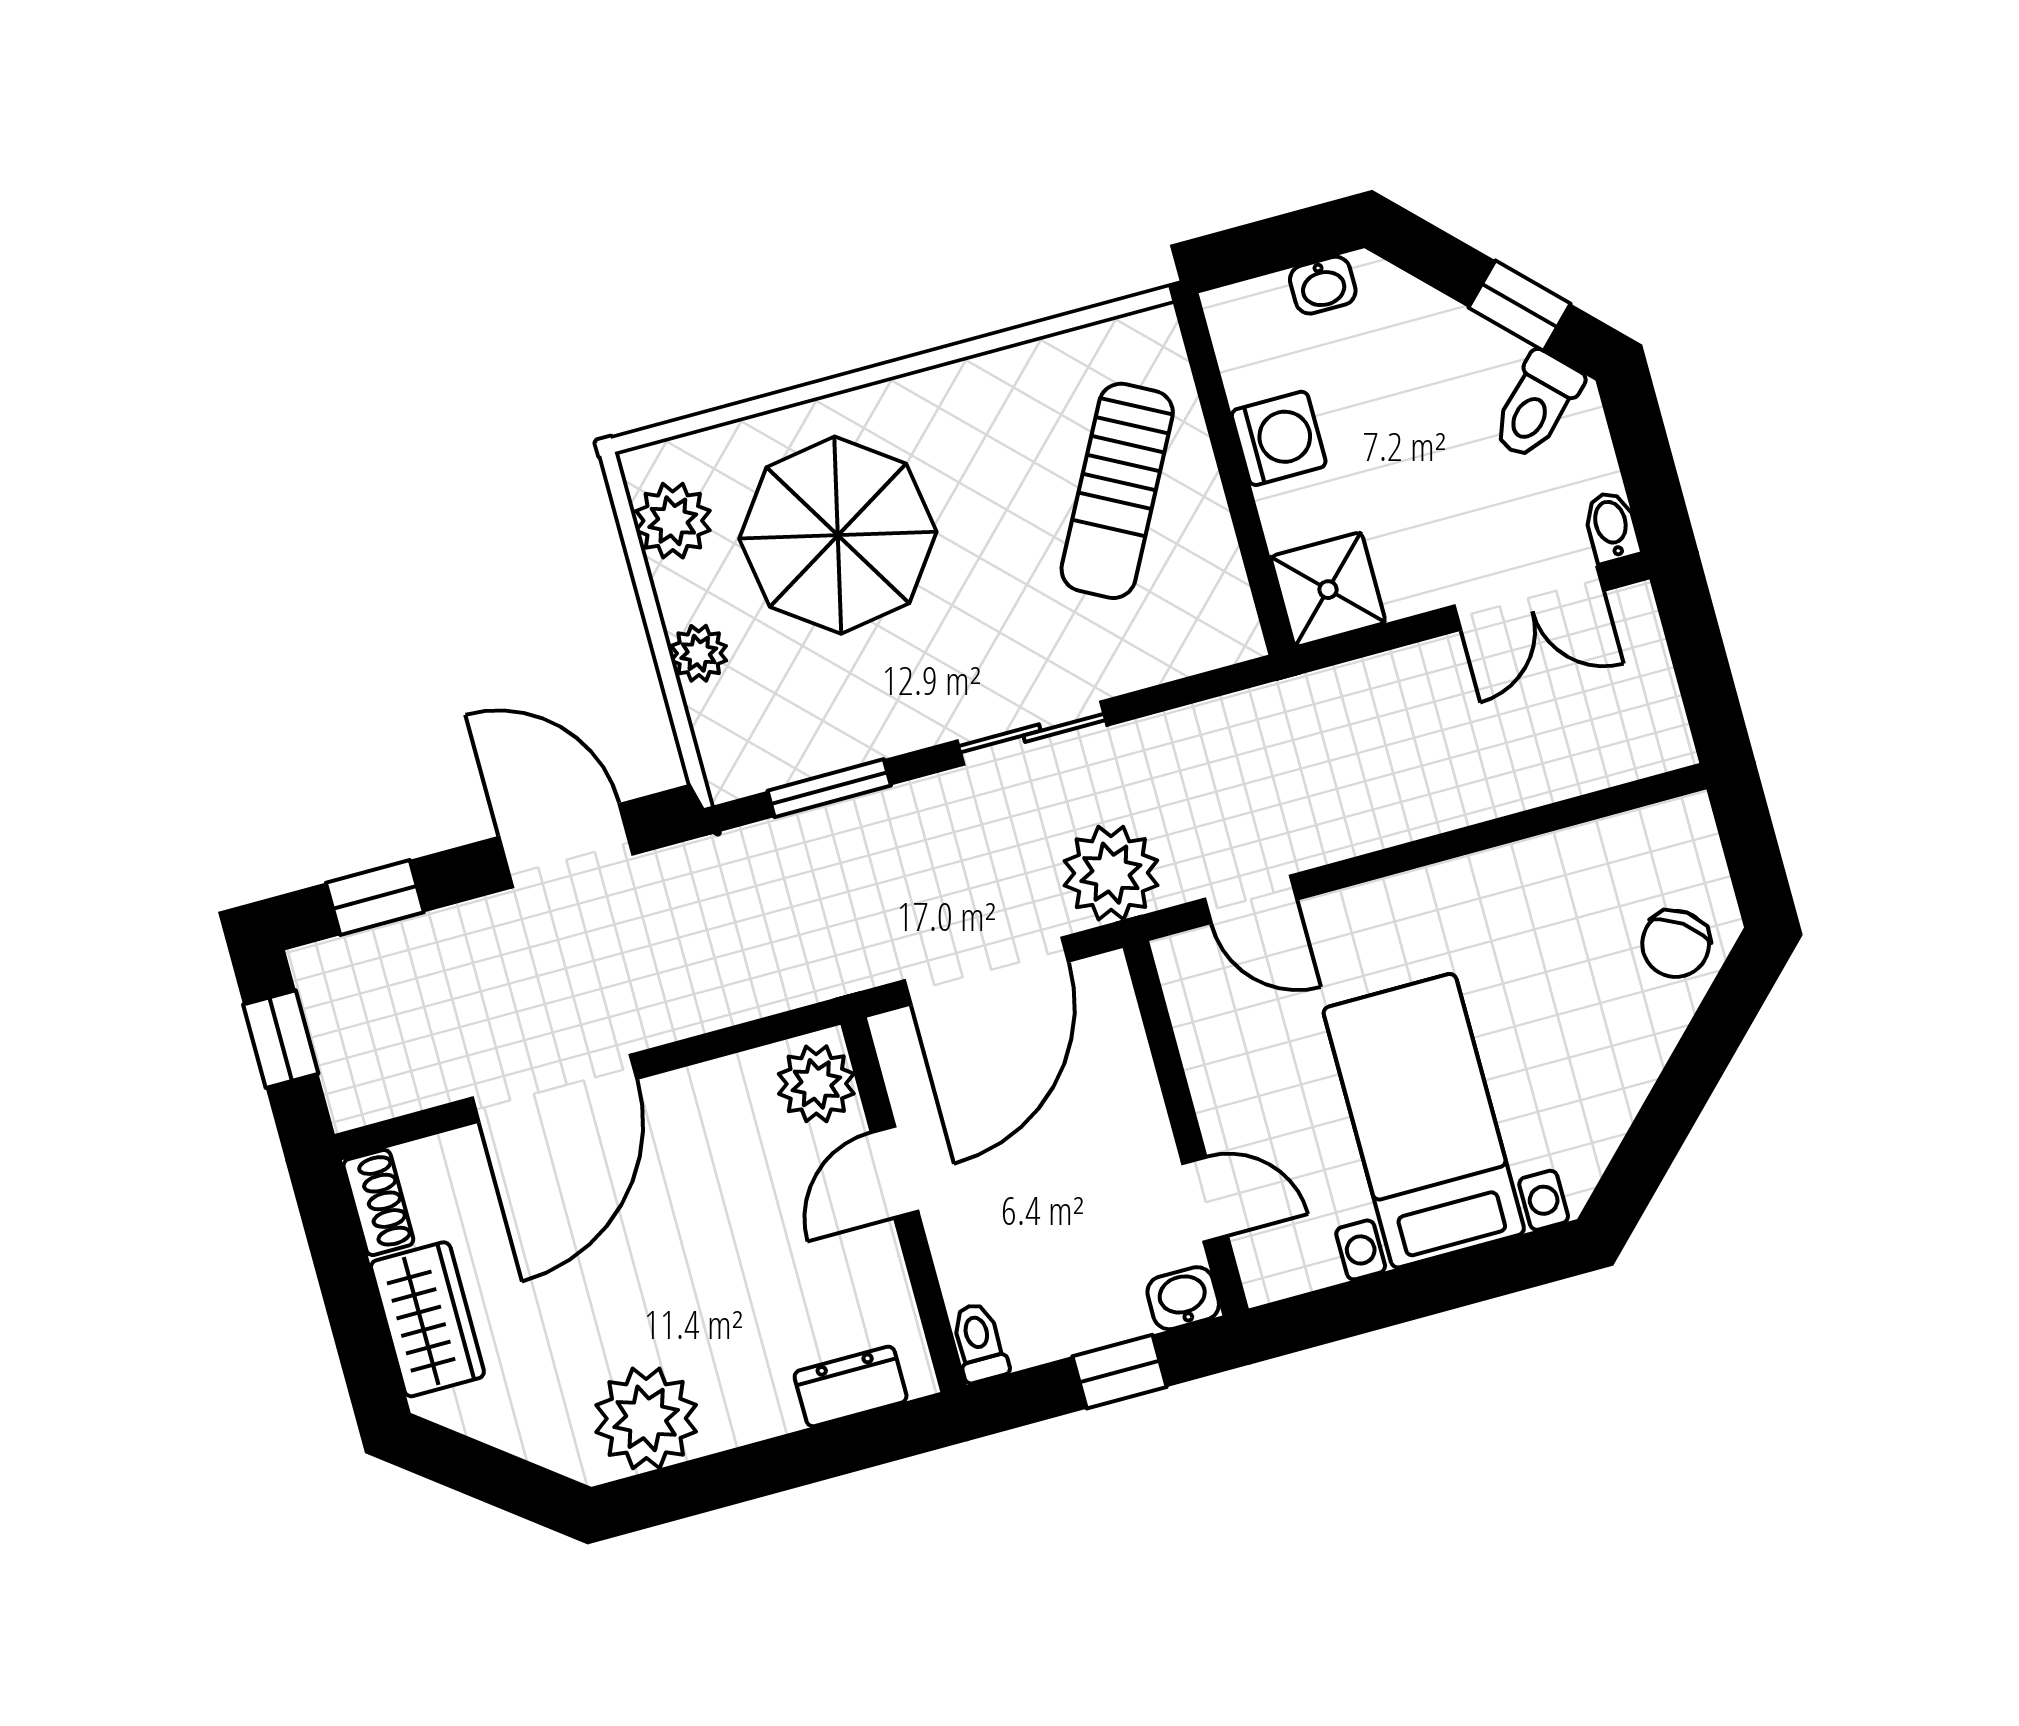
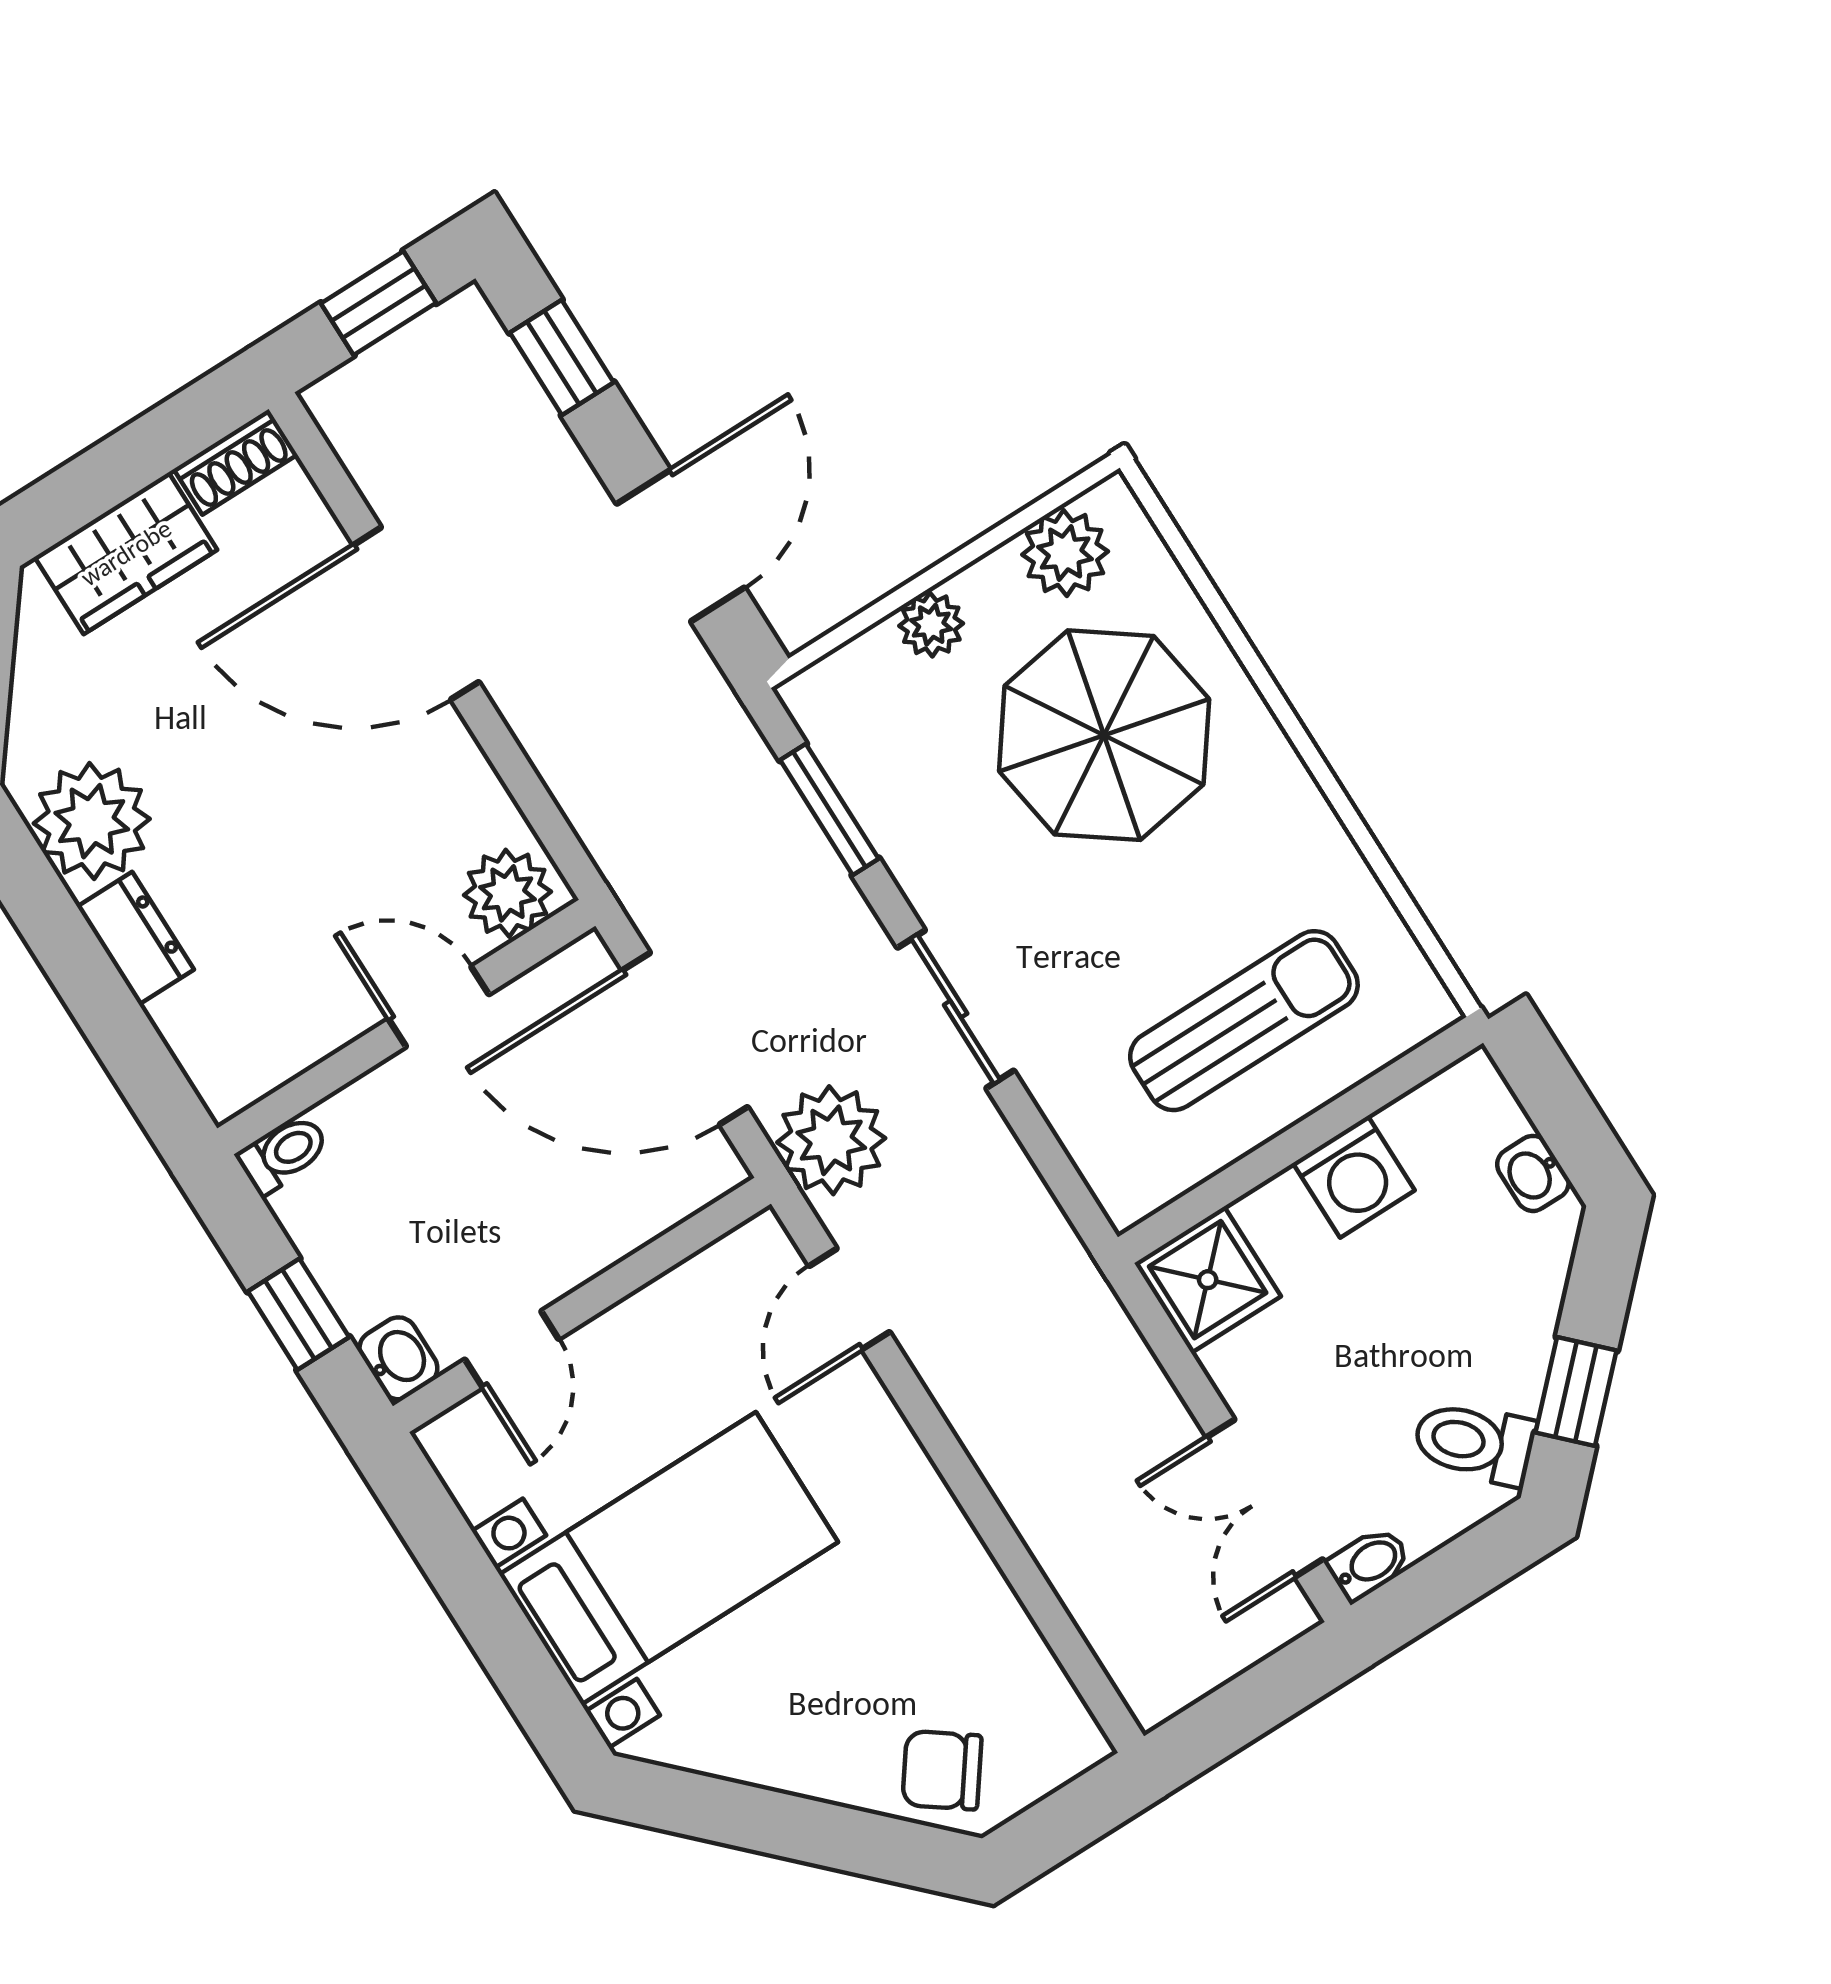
sun lounger: (1117, 491) -> (1244, 1021), turned 152
dresser: (851, 1386) -> (135, 938), moved

